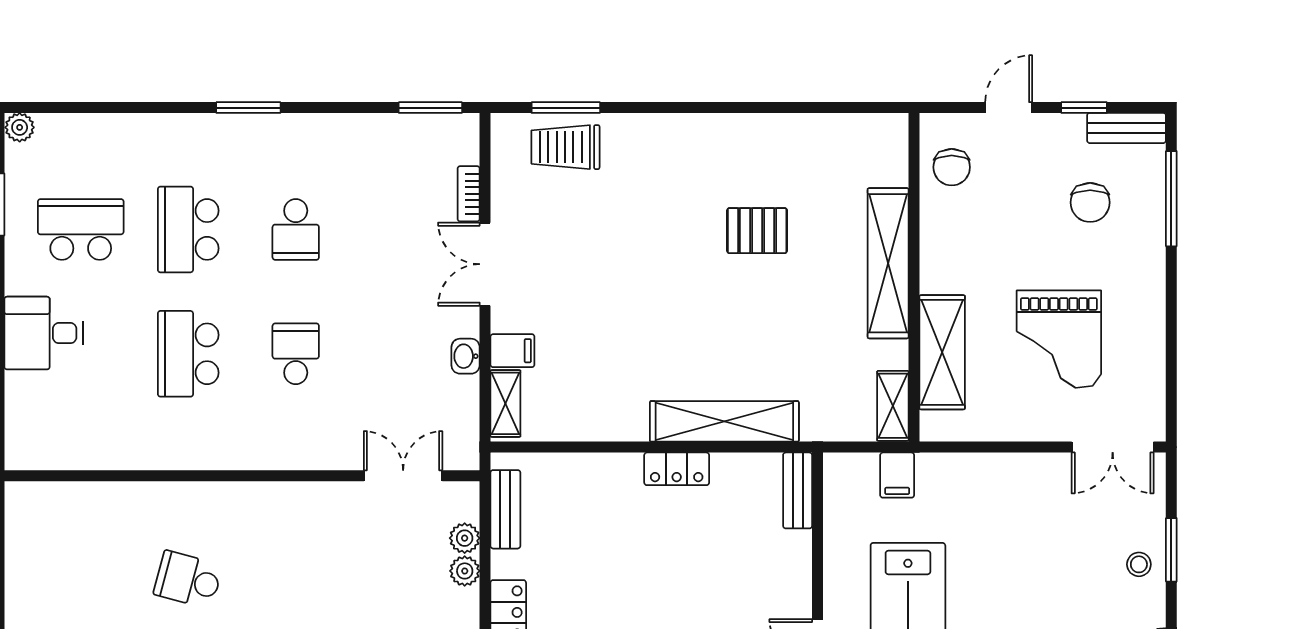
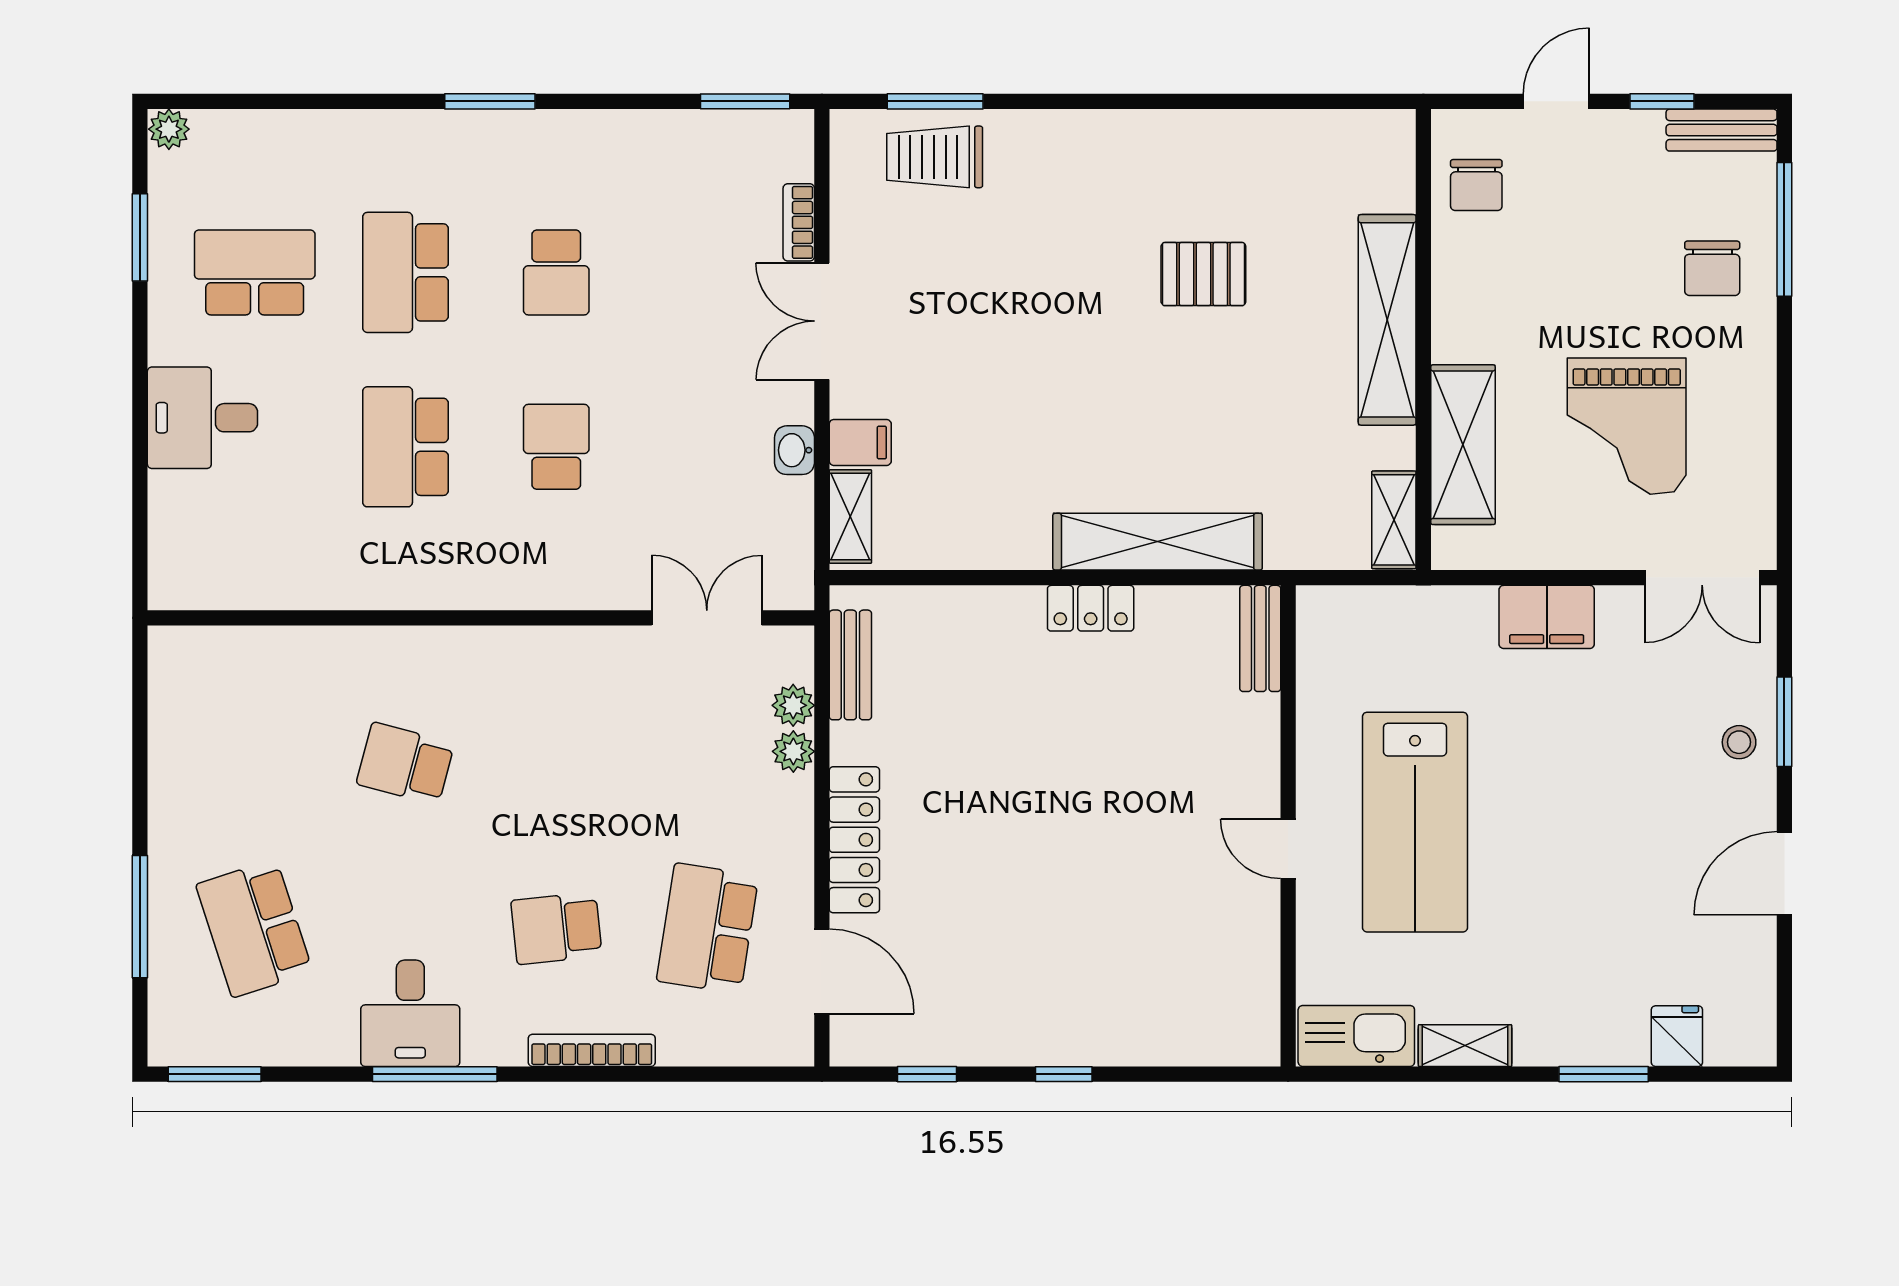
chair: (1090, 202) -> (1712, 268), moved
filing cabinet: (897, 475) -> (1547, 617), moved, width x2.00

